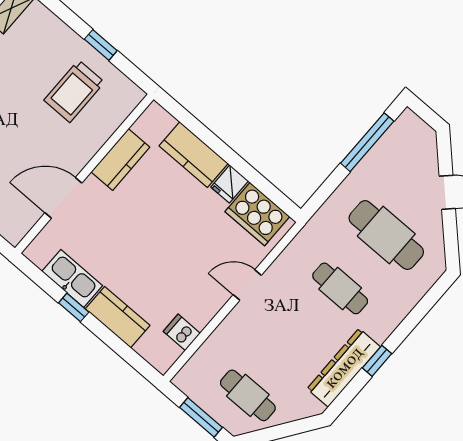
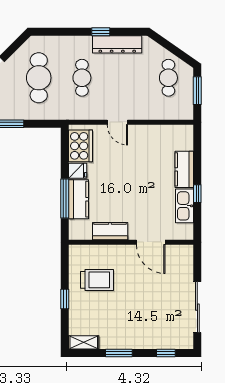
window: (101, 45) -> (65, 299), moved
window: (209, 138) -> (65, 198), added
dishwasher: (182, 332) -> (166, 134), removed

